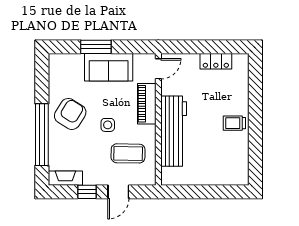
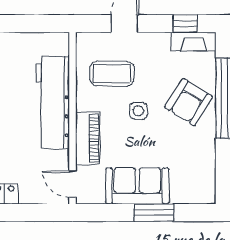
door: (158, 69) -> (72, 184), hinge flipped
armchair: (70, 114) -> (189, 102), moved
window: (87, 192) -> (185, 24), moved

